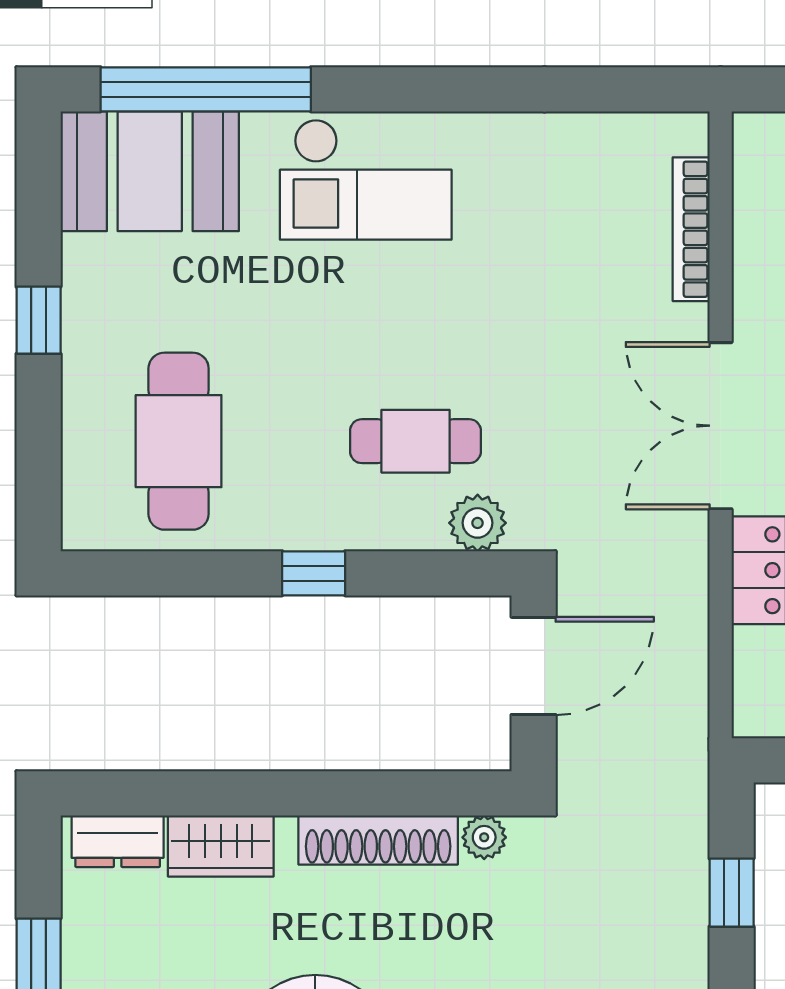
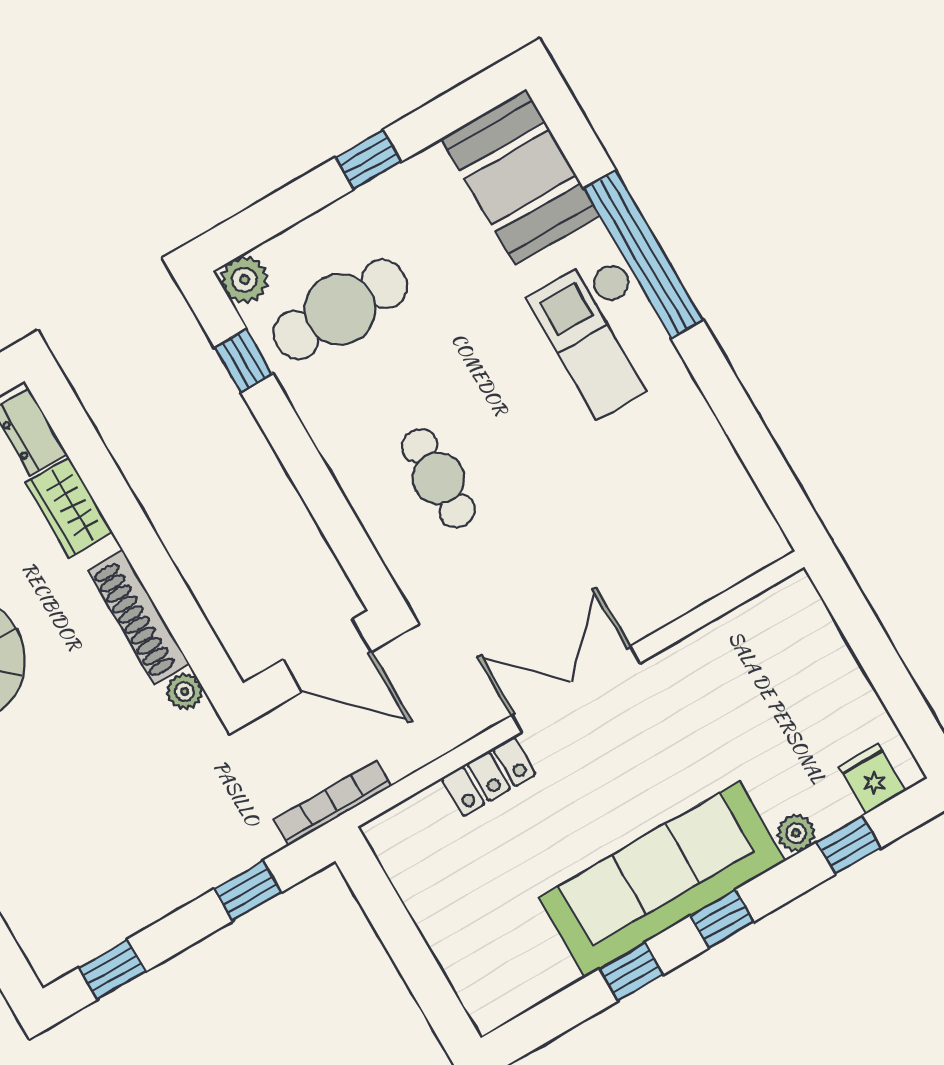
window: (206, 89) -> (643, 254), moved
bookcase: (691, 229) -> (333, 803), moved
plant: (478, 523) -> (245, 280), moved
window: (314, 573) -> (244, 361), moved

